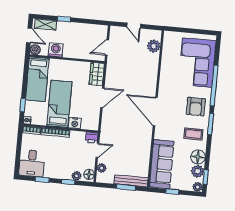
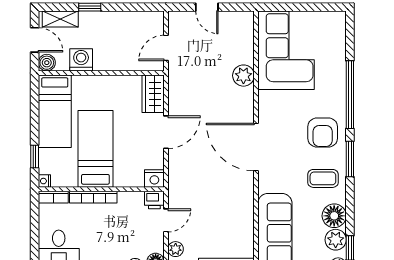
plant: (154, 46) -> (243, 76), moved
corner sofa: (197, 63) -> (286, 50), moved, turned 180
nightstand: (75, 123) -> (154, 178), moved

